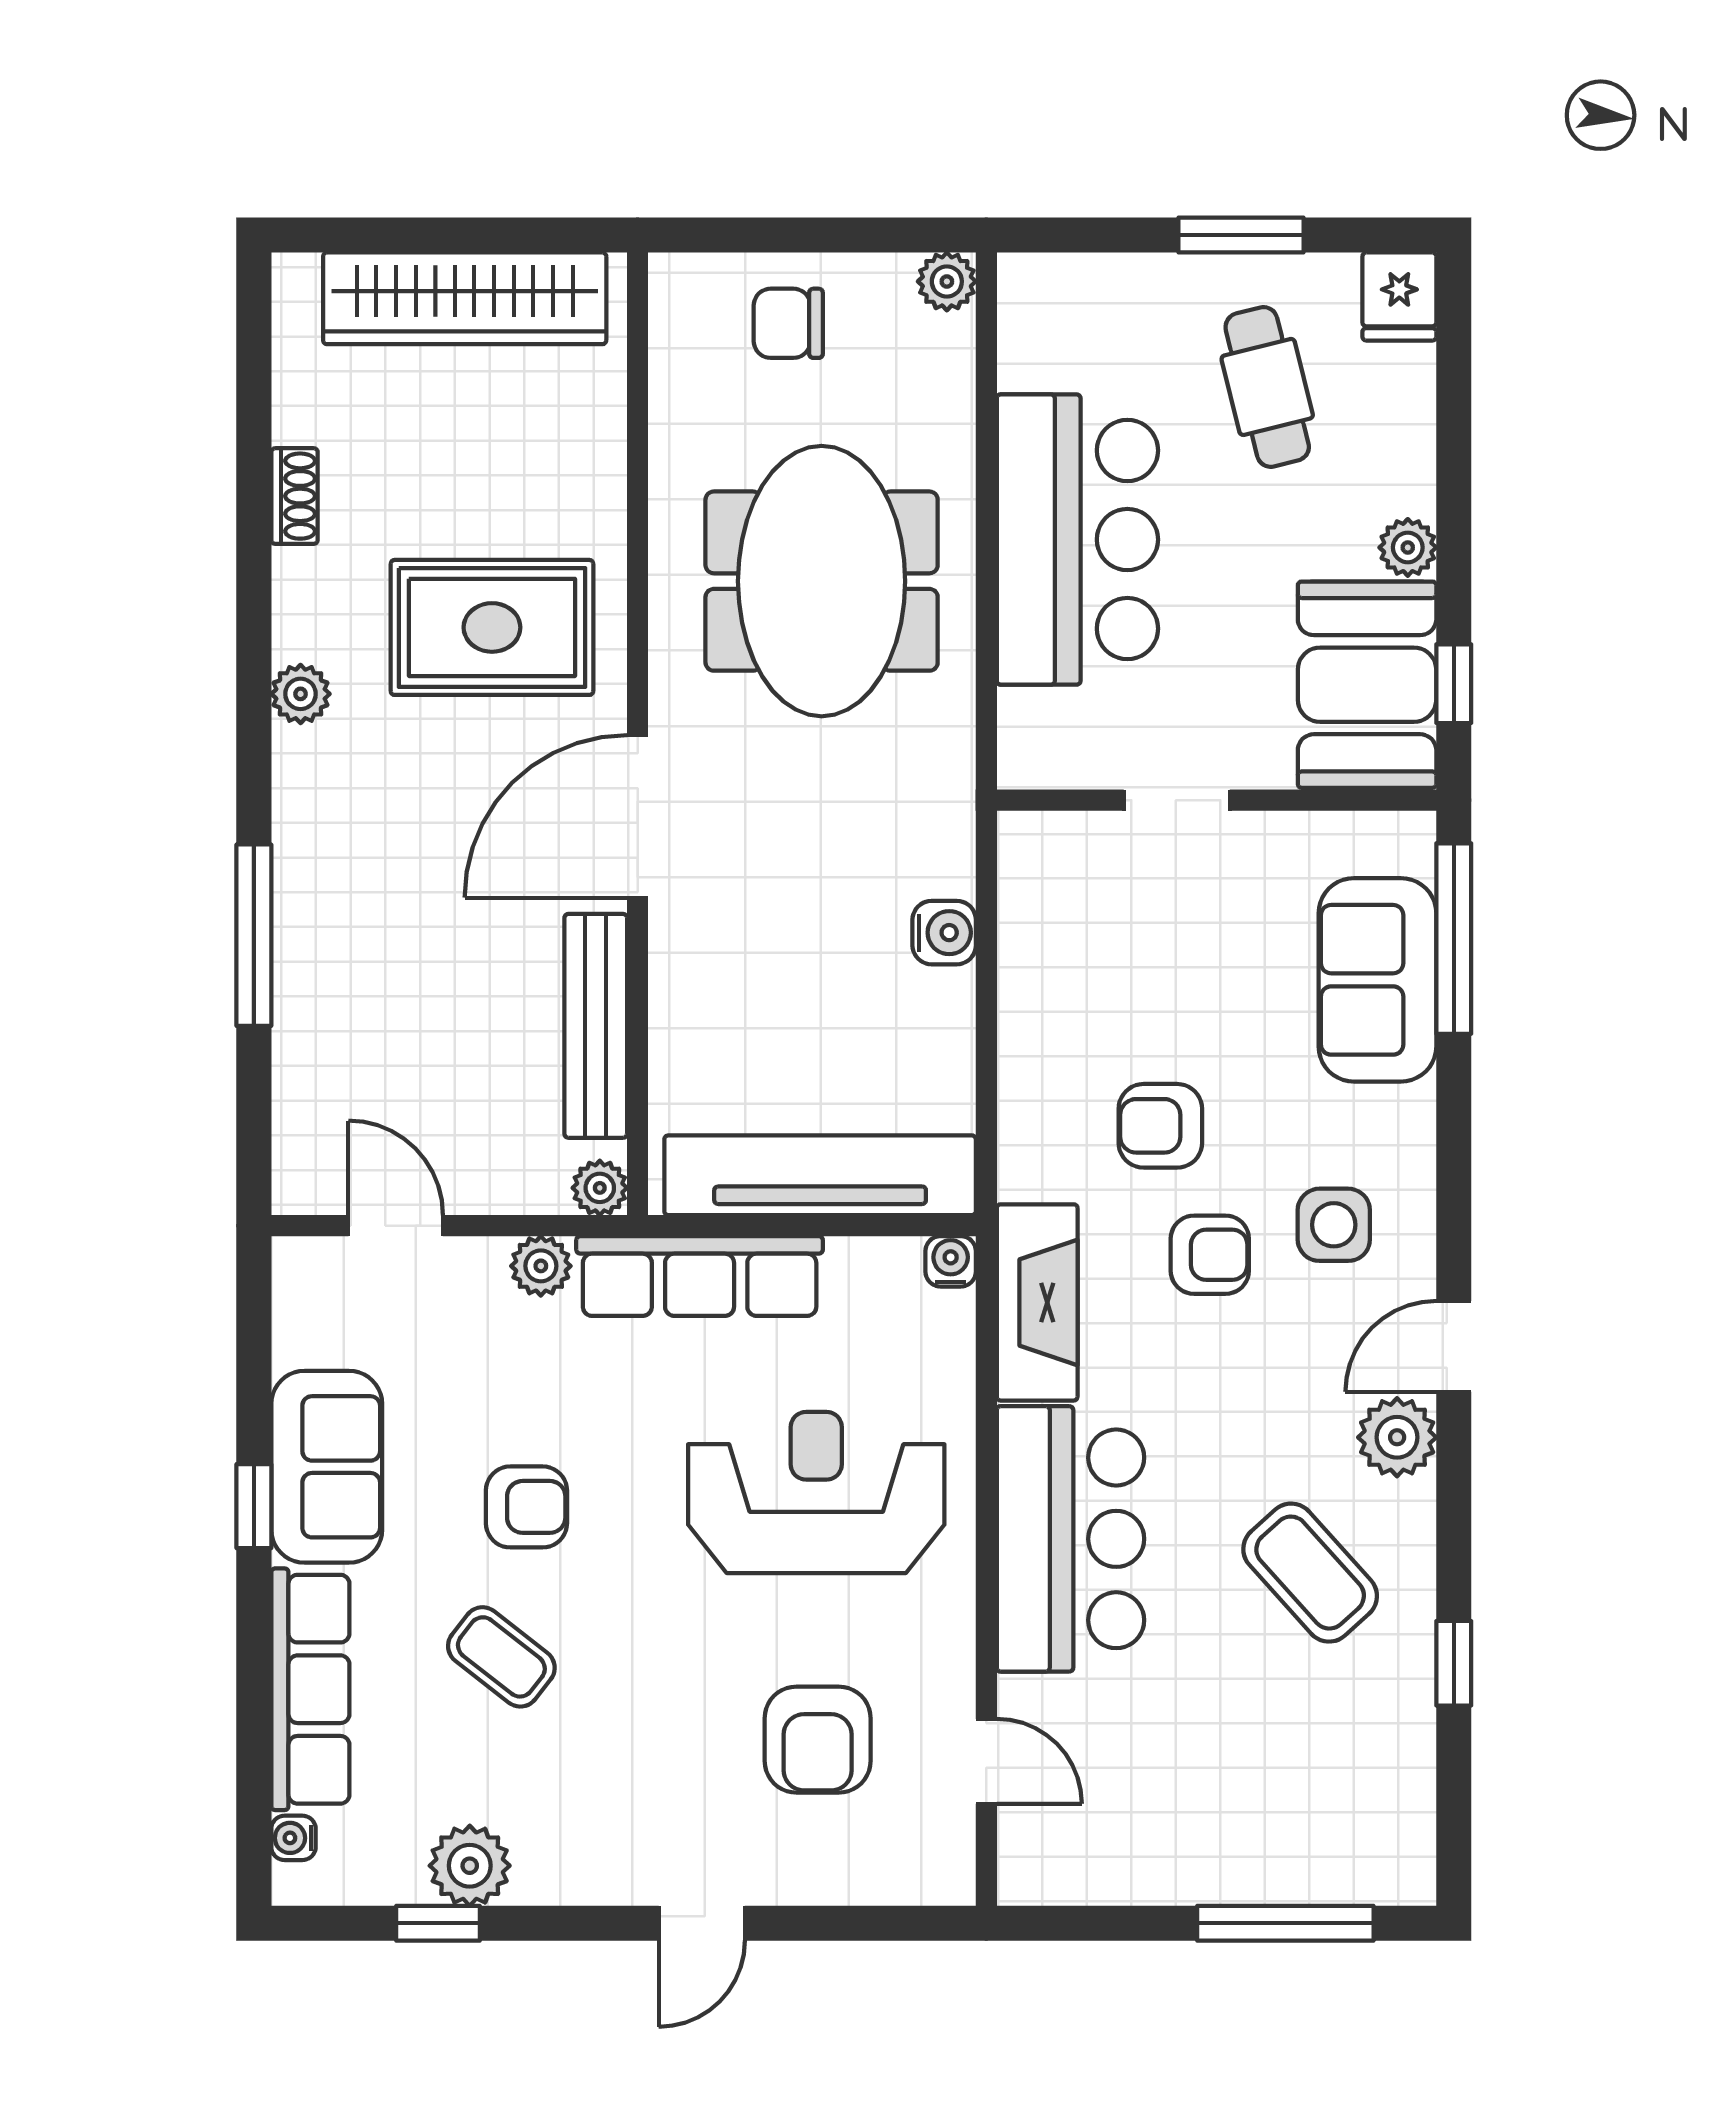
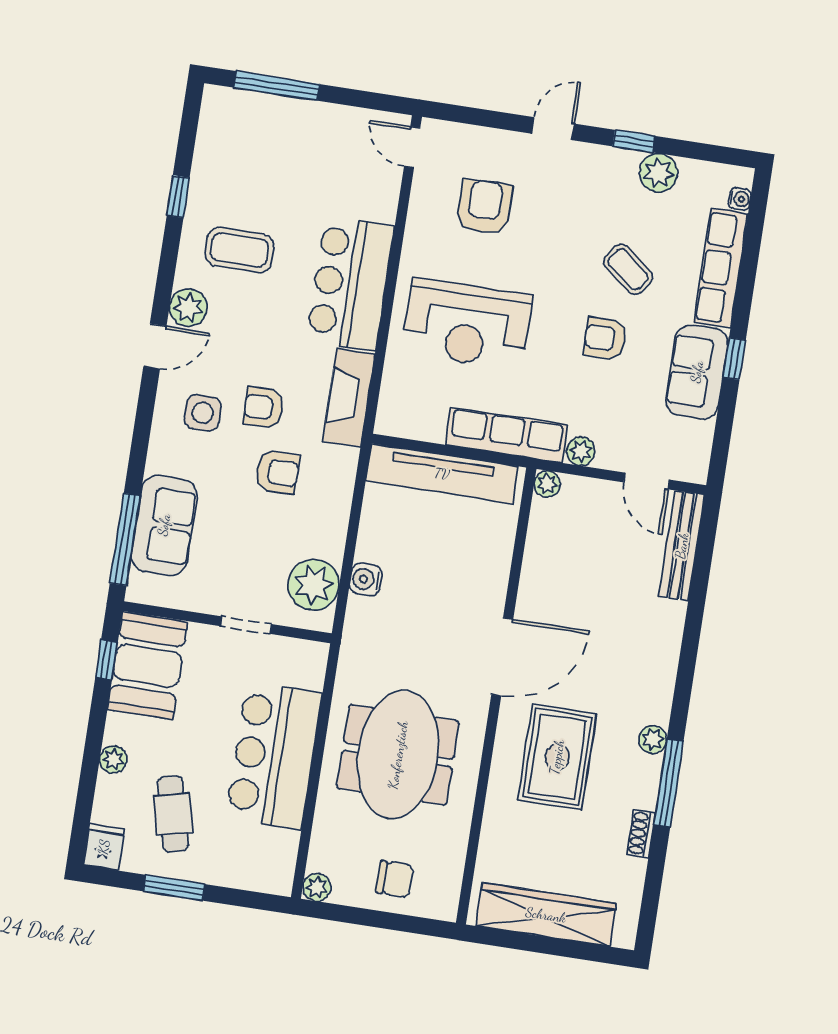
plant: (1408, 547) -> (113, 759), moved
rug: (492, 627) -> (557, 757), turned 90
plant: (1050, 905) -> (314, 585), added
window: (254, 935) -> (669, 783), moved
bench: (596, 1026) -> (682, 546), moved
water cooler: (951, 1261) -> (387, 423), removed
coffee table: (1310, 1573) -> (239, 250), turned -48
door: (986, 1761) -> (412, 147), moved
window: (438, 1923) -> (634, 141), moved

